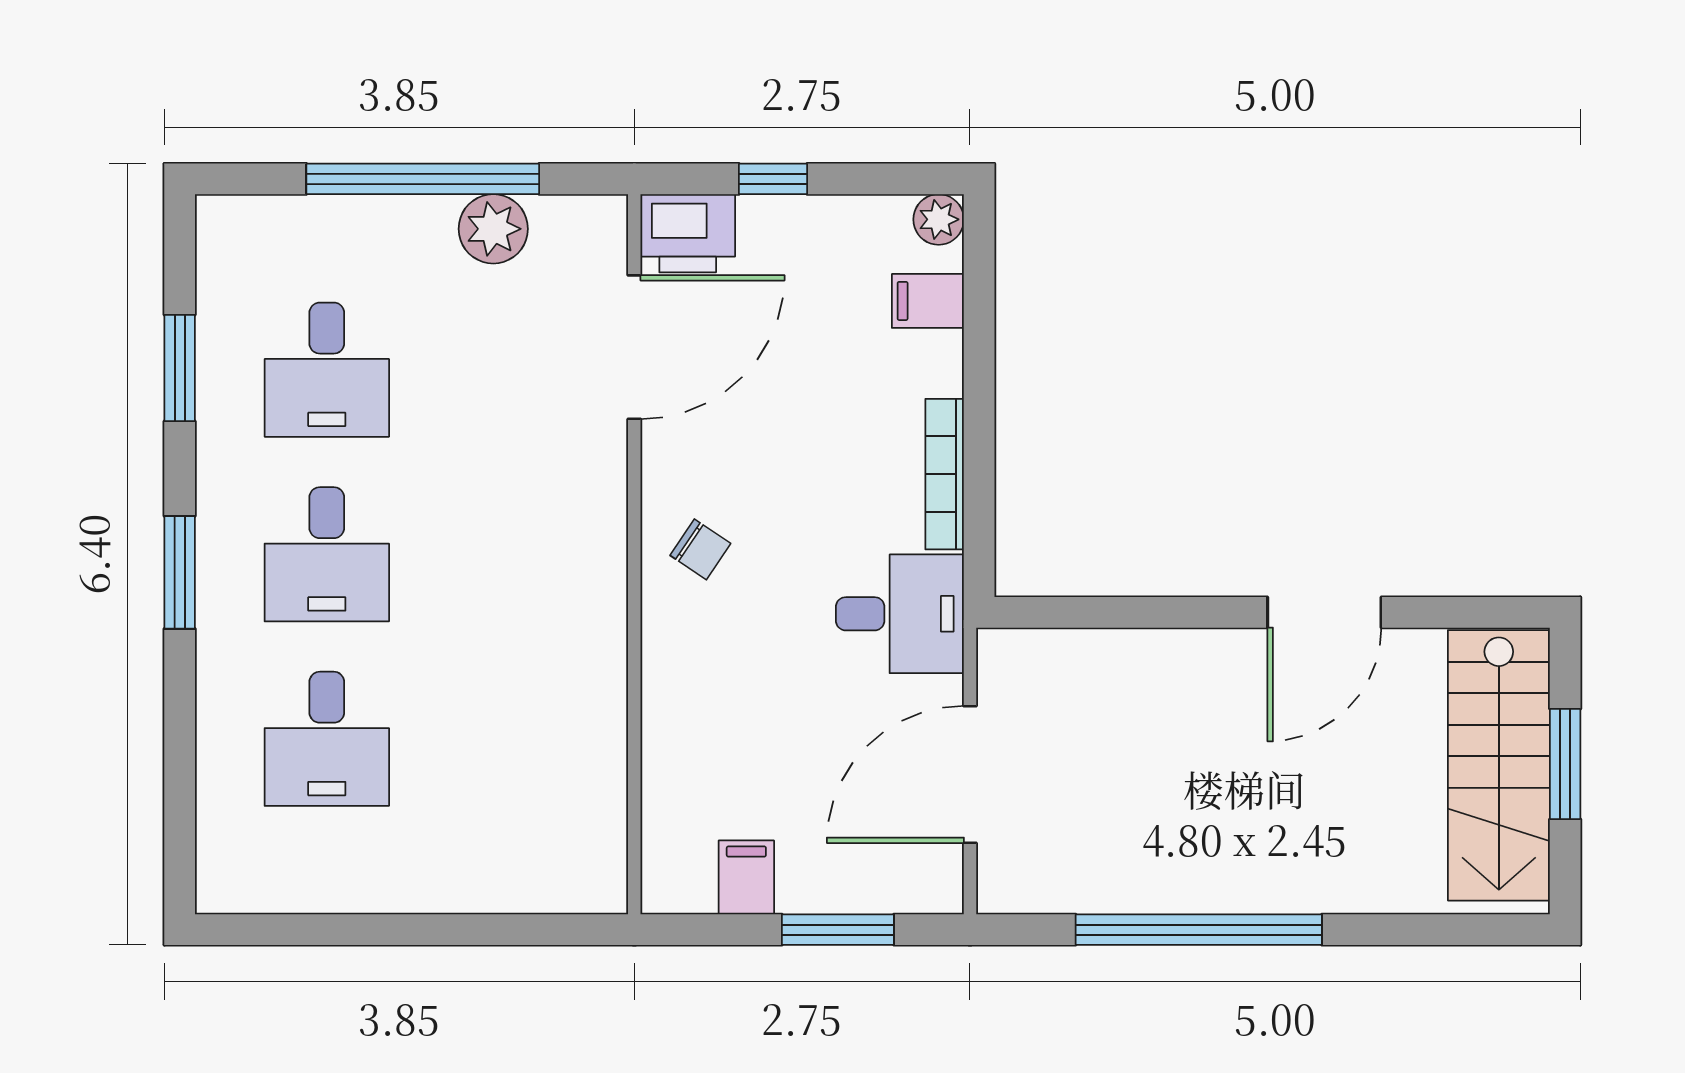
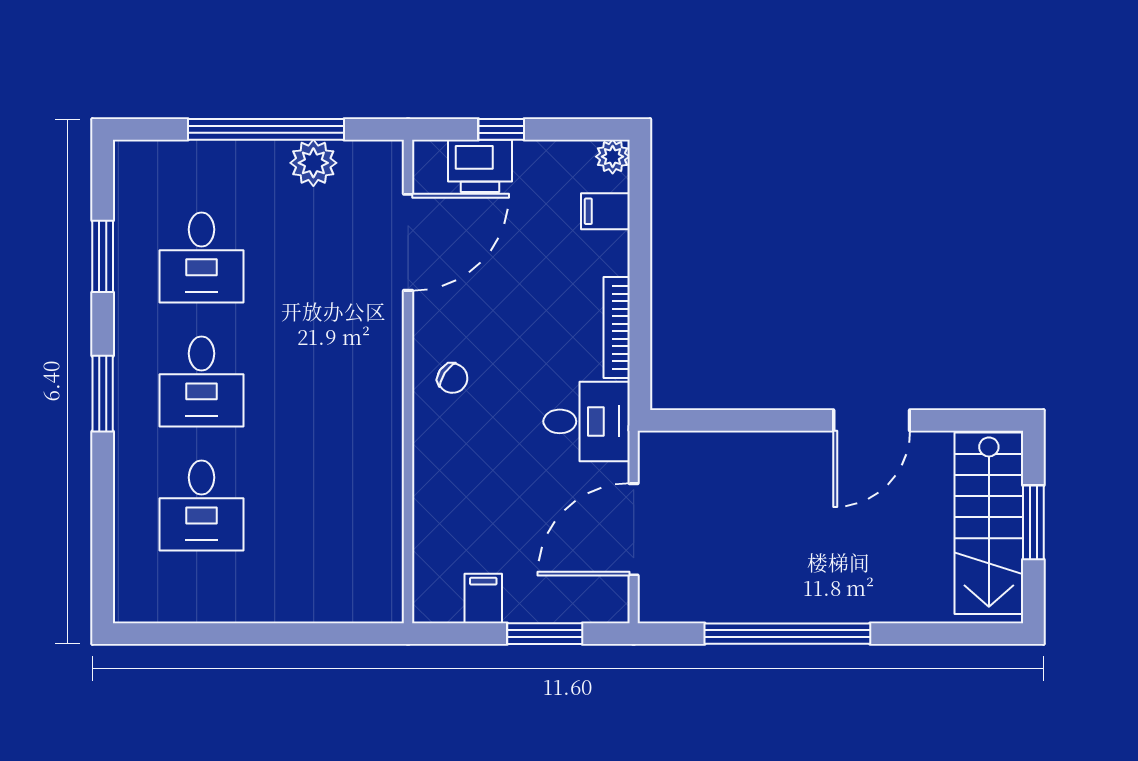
printer: (688, 233) -> (480, 166), moved

